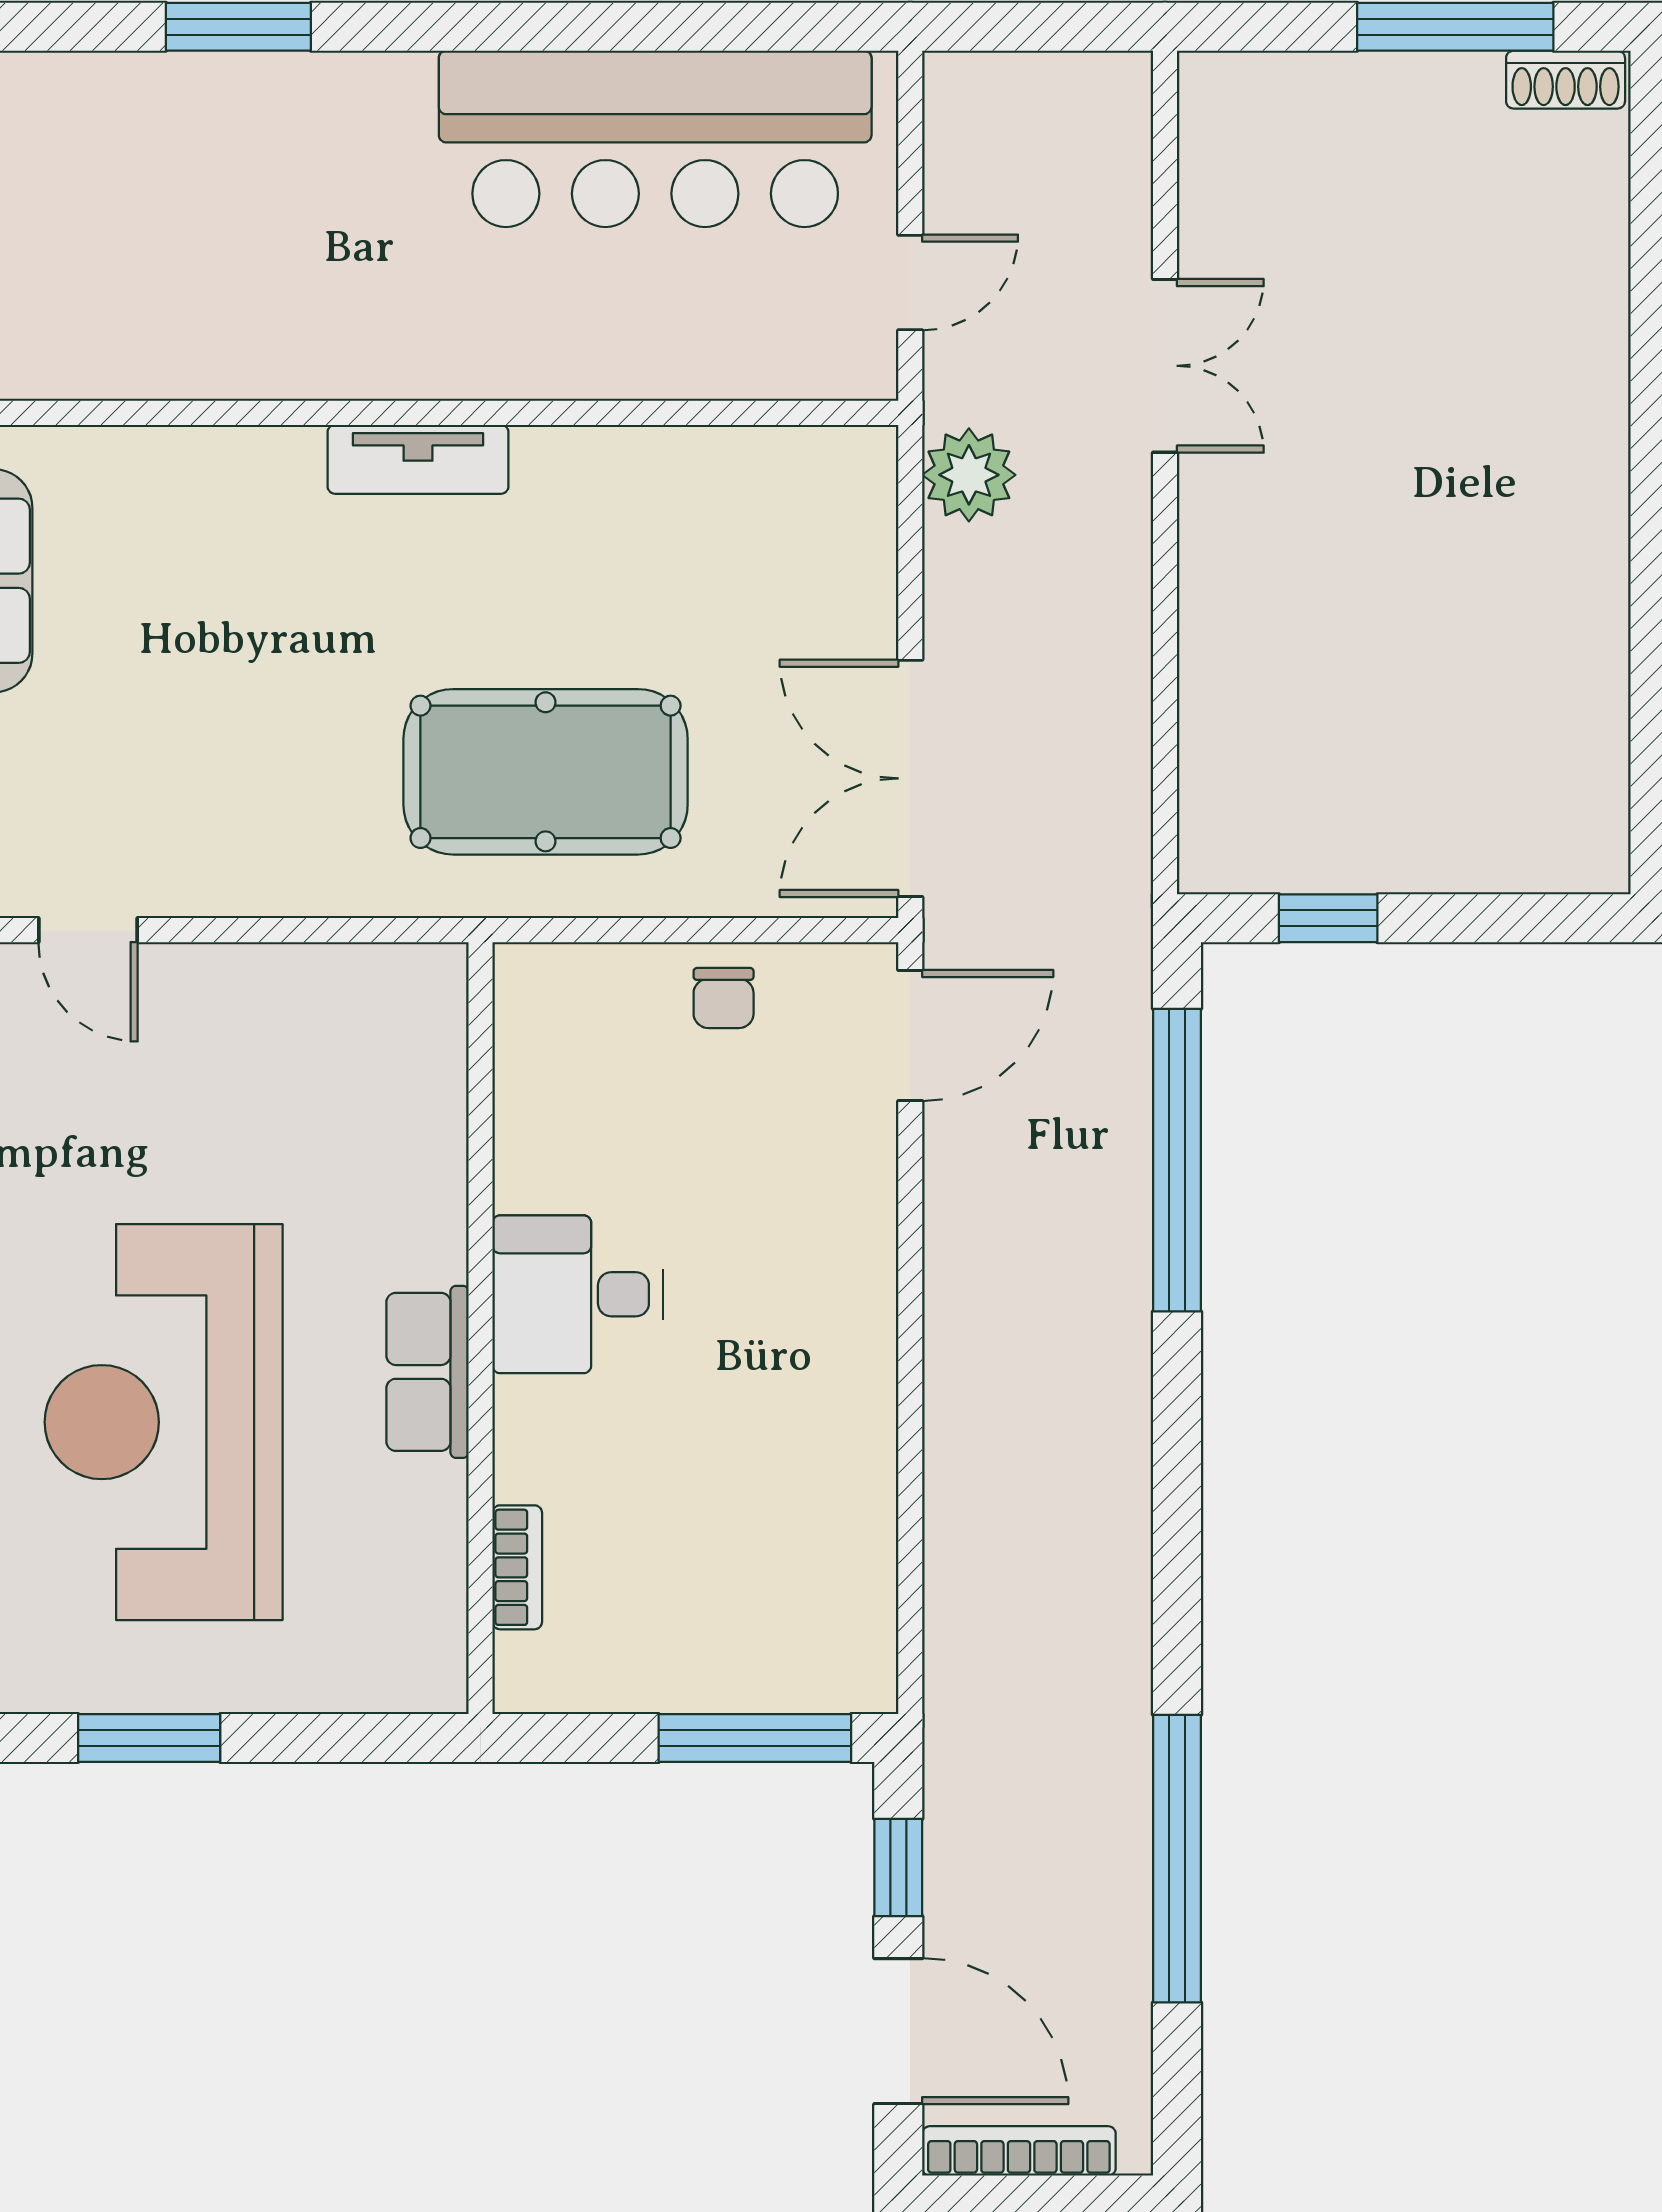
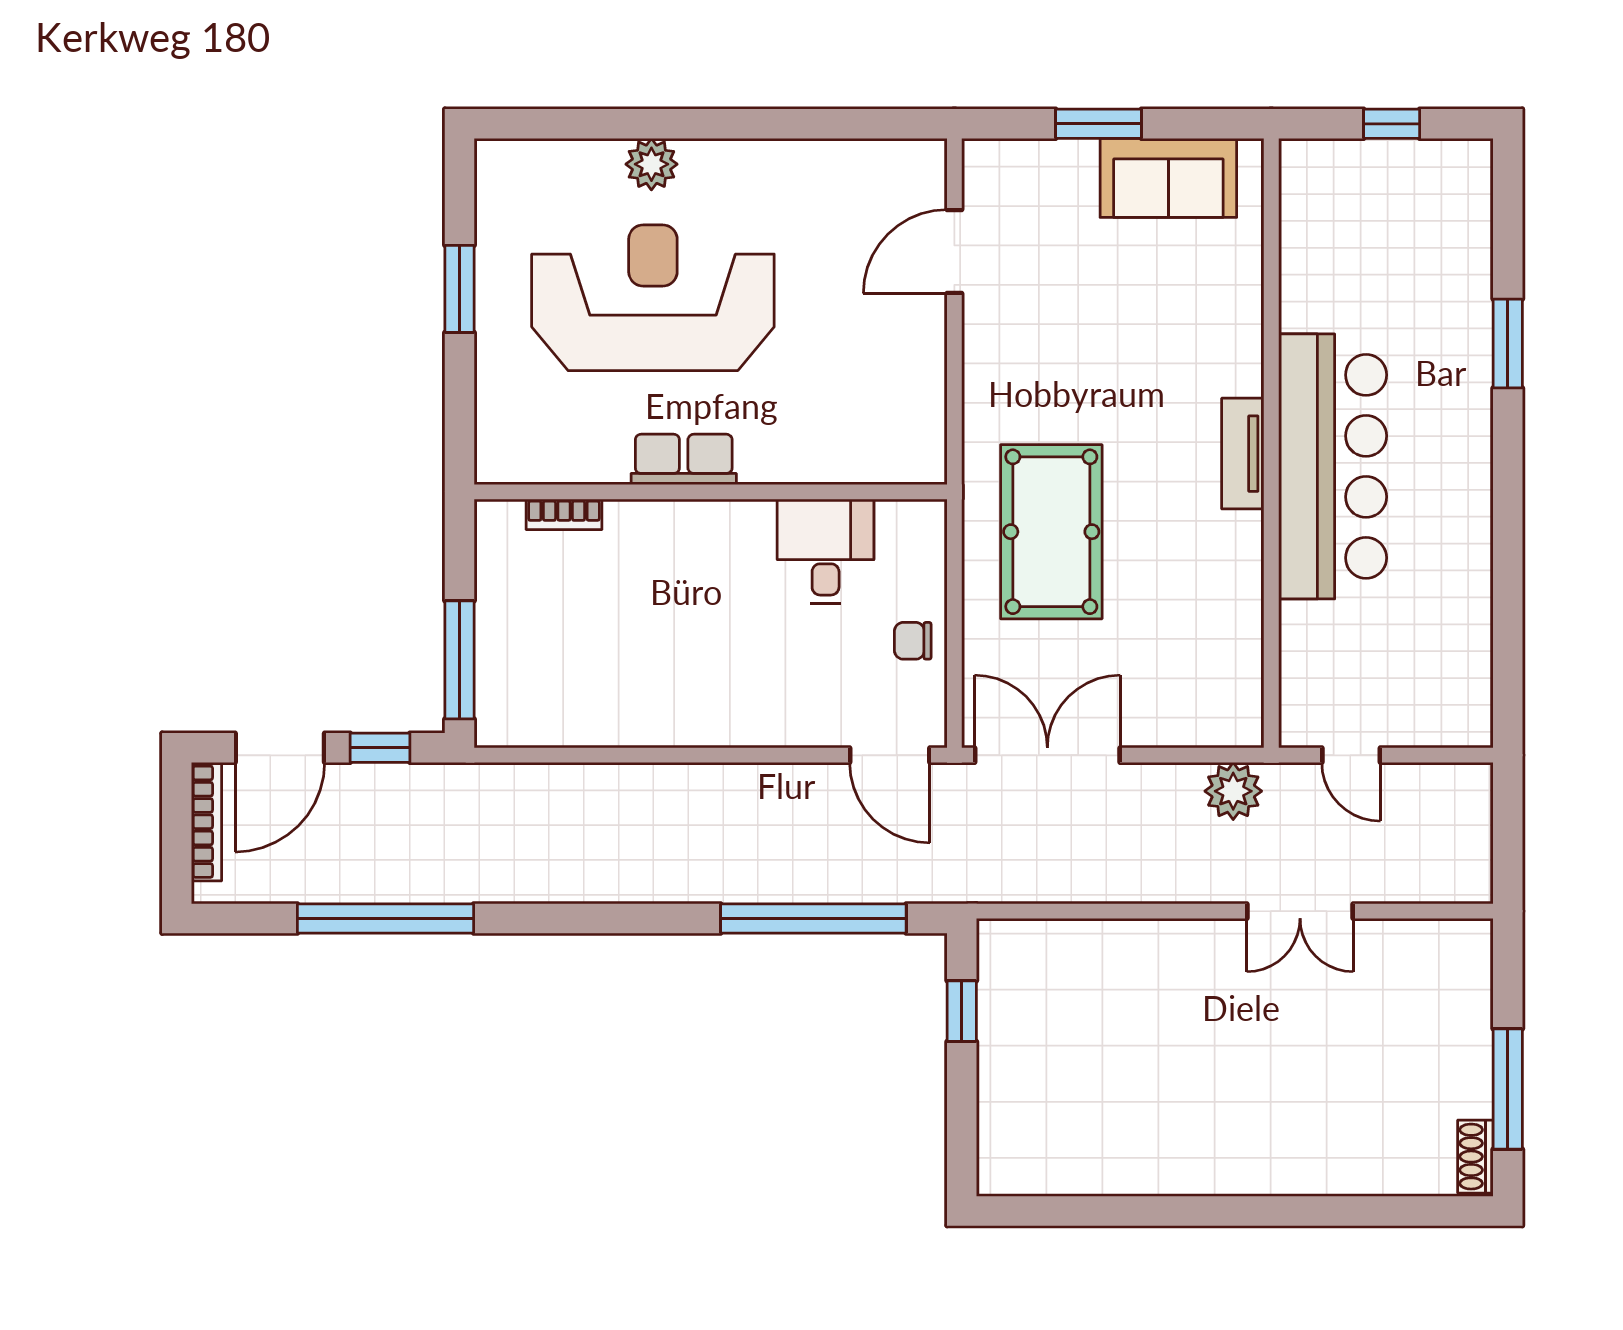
bar counter: (655, 139) -> (1333, 466), moved, turned 180
door: (88, 930) -> (954, 251), width x1.38
desk: (578, 1294) -> (826, 551), moved

